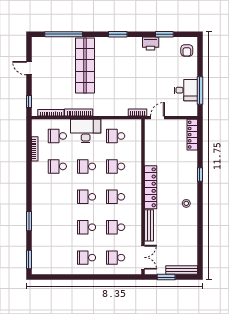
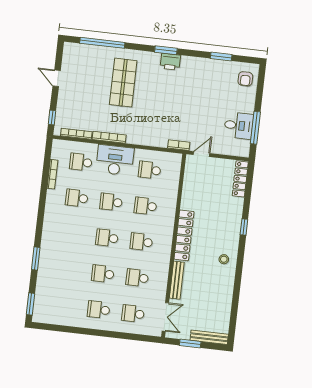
printer: (151, 43) -> (170, 62), moved
shop shelf: (85, 65) -> (123, 83), width x0.71

